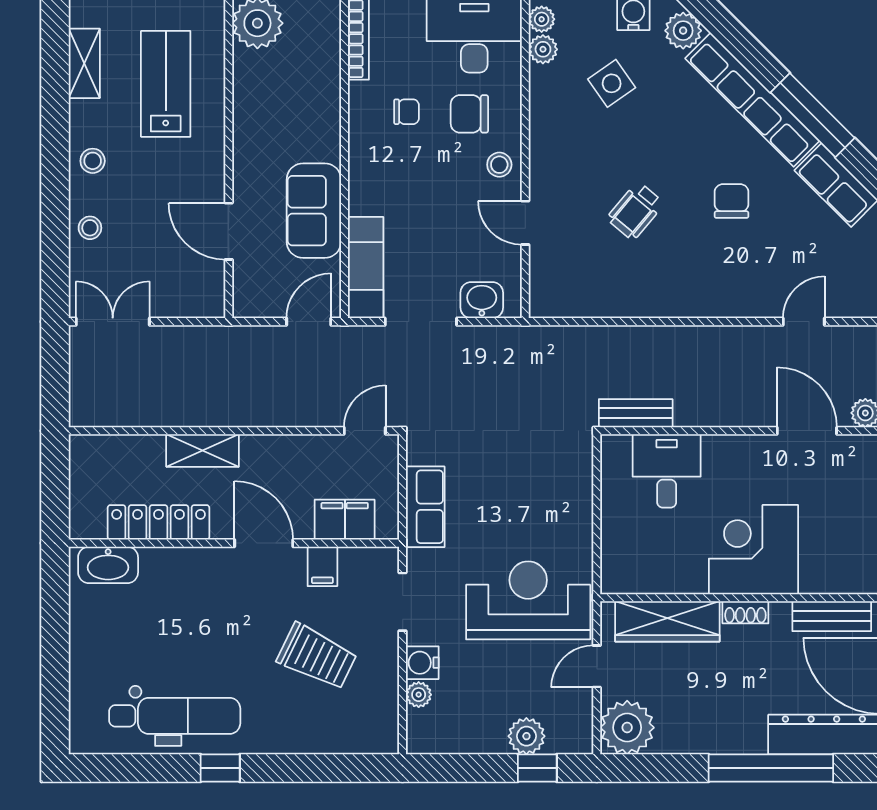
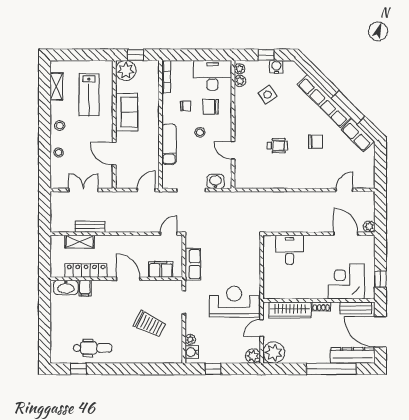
plant: (683, 31) -> (296, 73), removed
lab bench: (166, 84) -> (89, 95), turned 180
stool: (499, 165) -> (200, 132), moved
chair: (732, 201) -> (316, 142), turned 90
sofa: (314, 211) -> (126, 112), moved, turned 180
wheelchair: (635, 211) -> (277, 146), turned -130
exam couch: (366, 268) -> (169, 144), moved
double door: (113, 322) -> (83, 190), moved
bench: (636, 413) -> (90, 227), moved
shelving: (203, 450) -> (80, 242), moved
corner desk: (753, 550) -> (346, 281), moved
filing cabinet: (322, 566) -> (85, 288), moved
water cooler: (422, 663) -> (192, 352), moved
dental chair: (175, 716) -> (93, 348), width x0.73, depth x0.72
plant: (526, 736) -> (253, 356), moved
window: (220, 768) -> (78, 369), moved
window: (537, 768) -> (213, 369), moved

